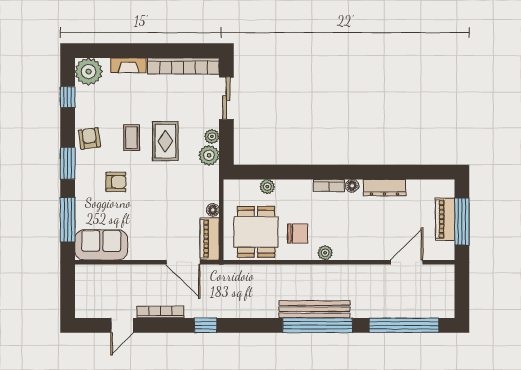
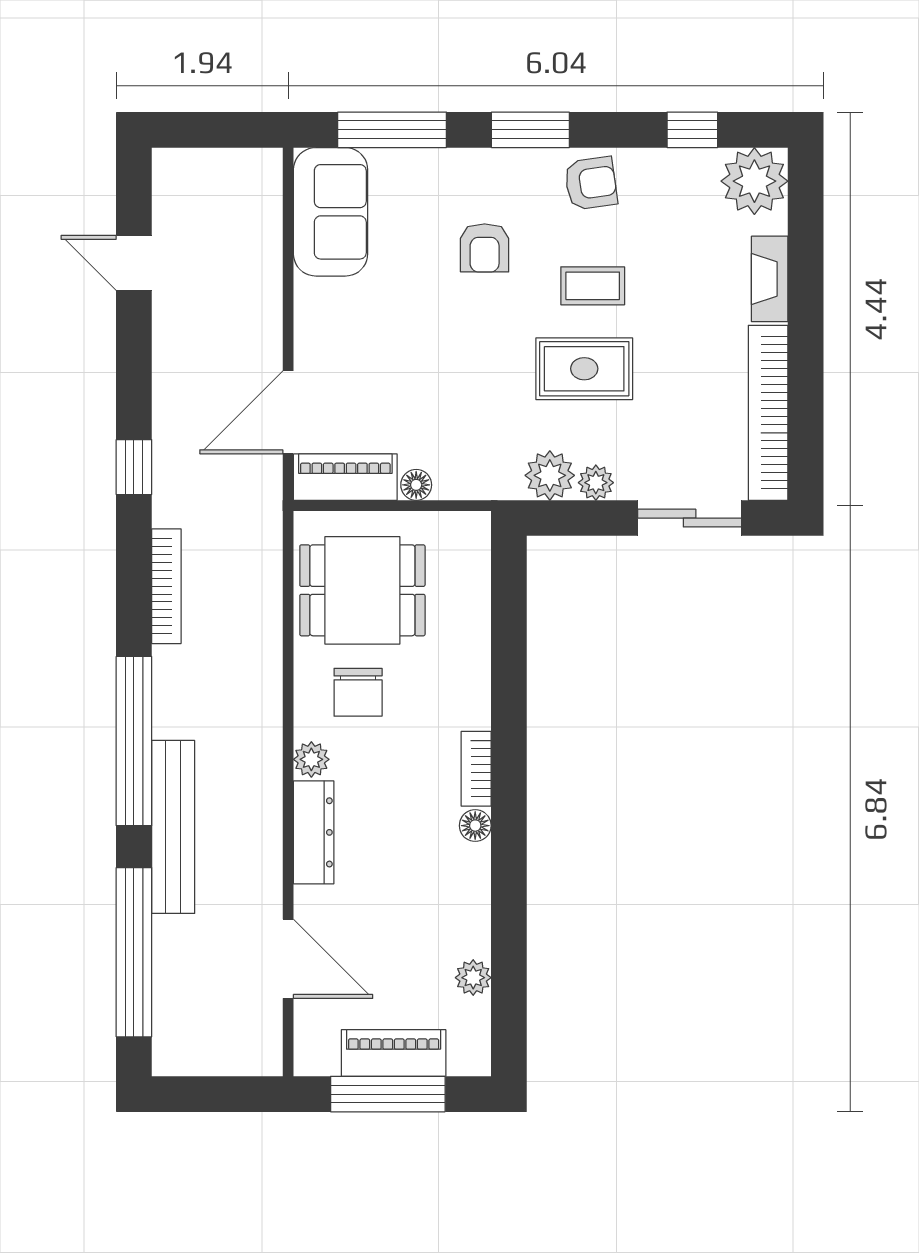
plant: (267, 187) -> (473, 978), moved
dresser: (384, 188) -> (314, 832), moved, turned 180
bench: (315, 309) -> (173, 827), moved
bookcase: (161, 312) -> (166, 586), moved

